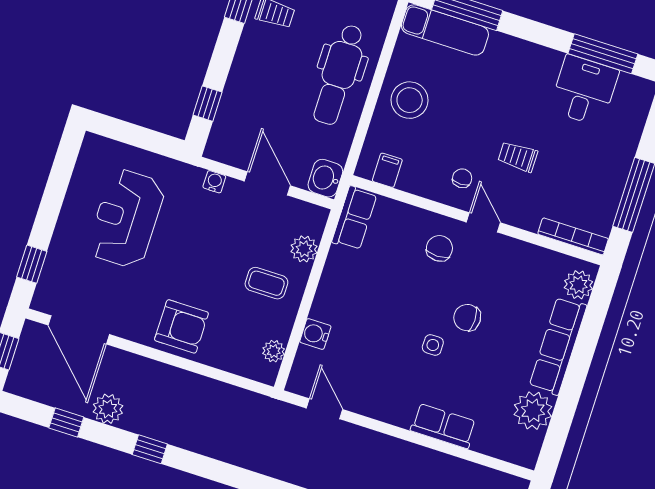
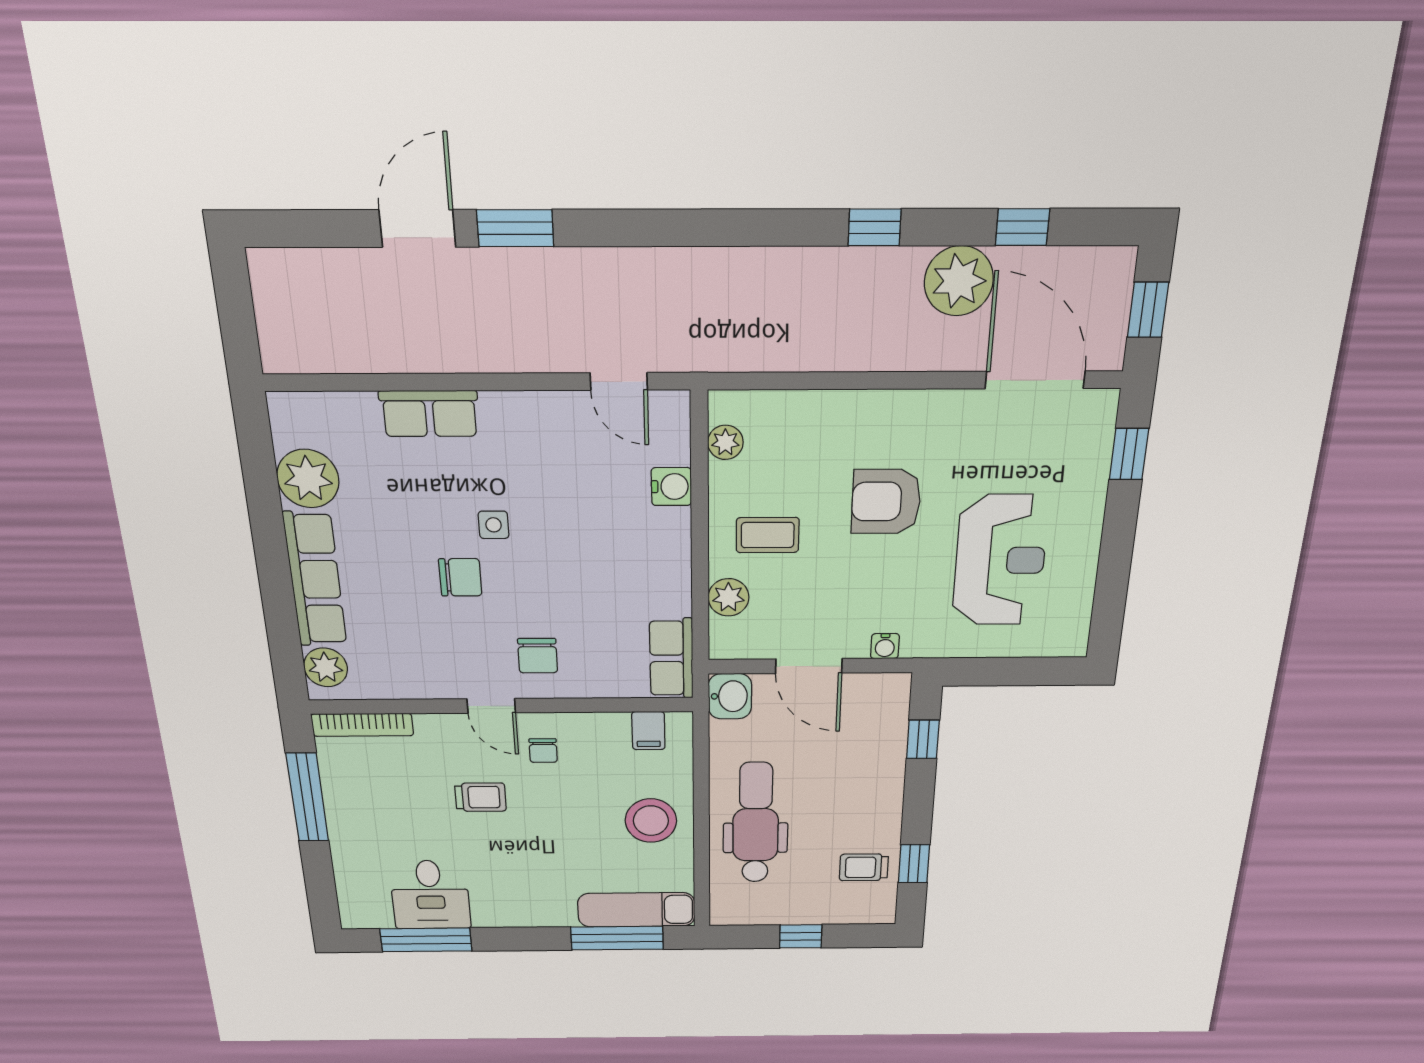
armchair: (181, 326) -> (886, 501), moved
plant: (108, 409) -> (959, 281), width x1.36, depth x1.36

